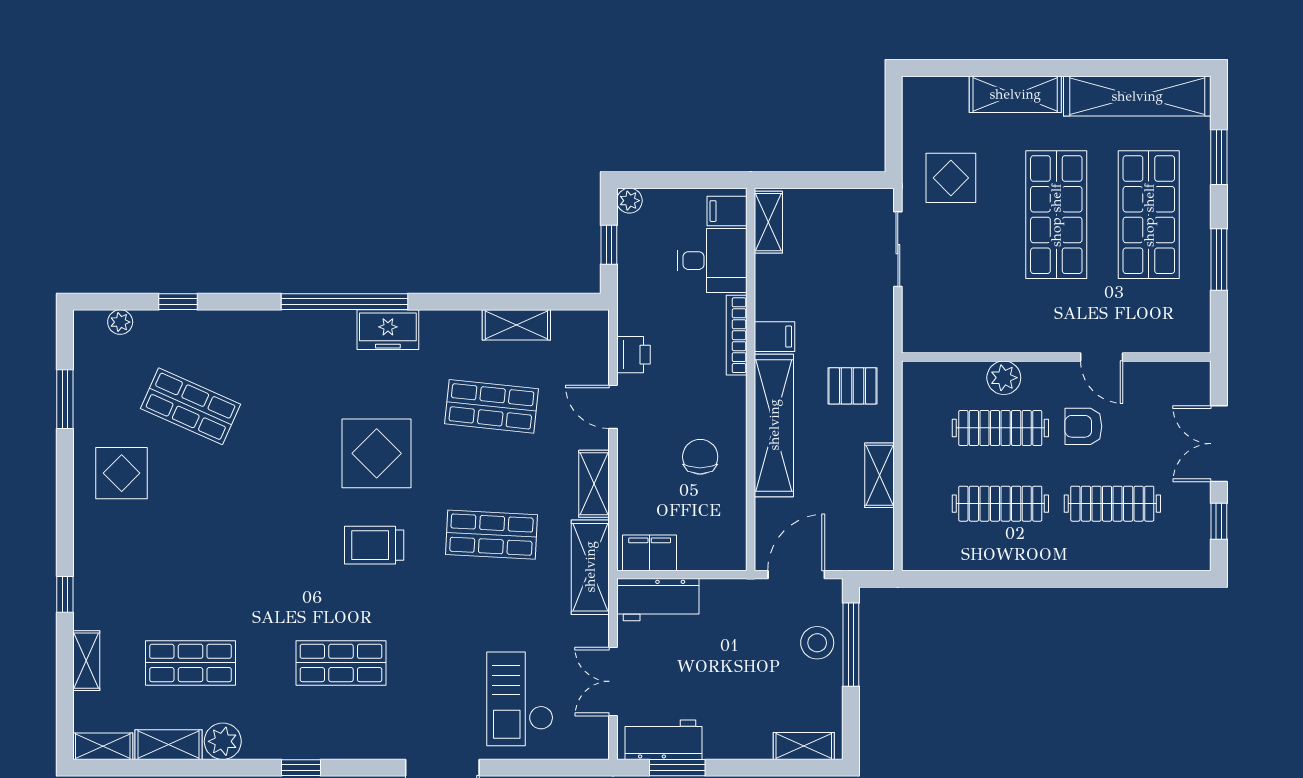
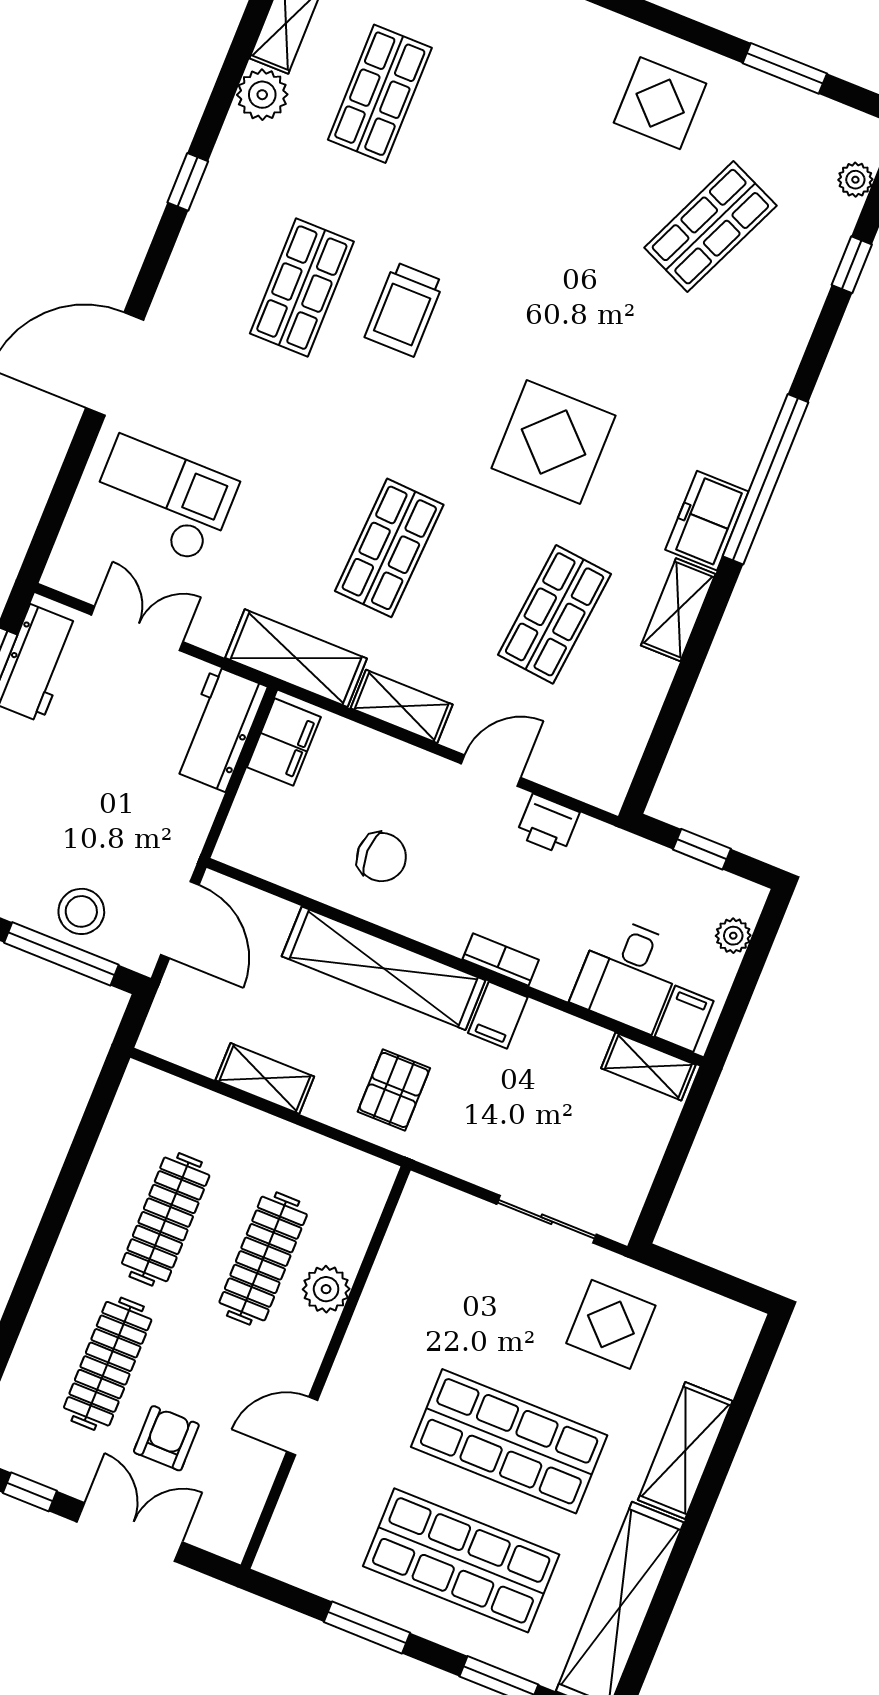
plant: (629, 201) -> (733, 936), moved
shelving: (516, 325) -> (678, 610), moved
bookcase: (737, 335) -> (501, 959), width x0.64
armchair: (1083, 426) -> (166, 1438), moved
trolley: (374, 545) -> (404, 309), moved, turned 180

